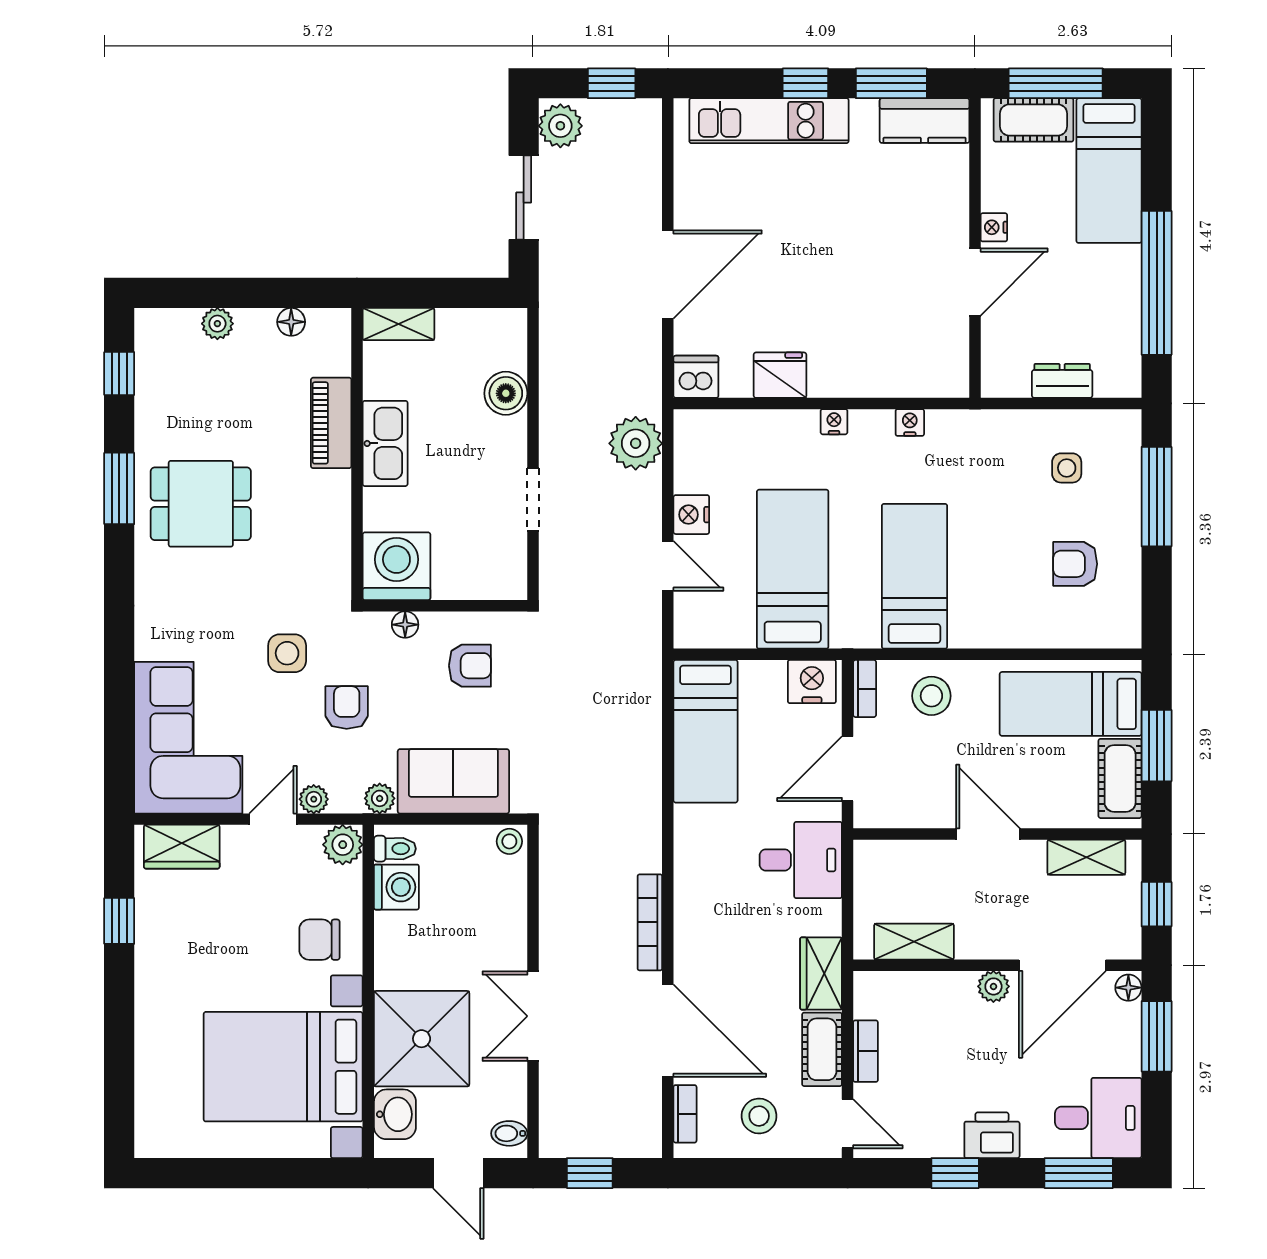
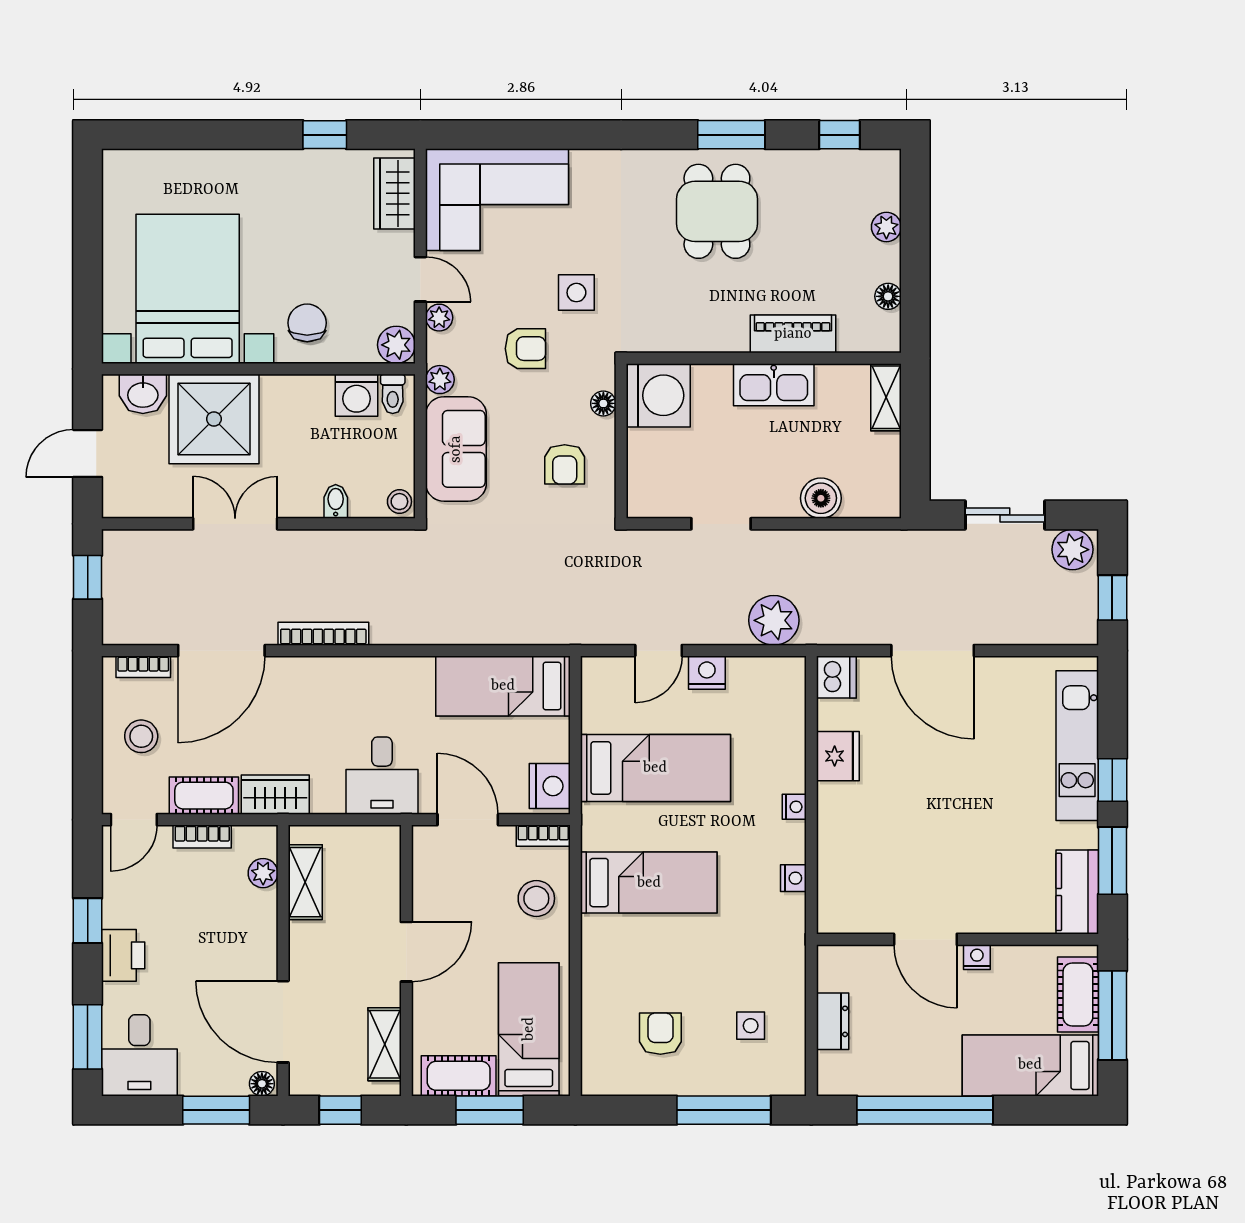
plant: (993, 986) -> (263, 873), moved
bidet: (509, 1133) -> (336, 501), moved

